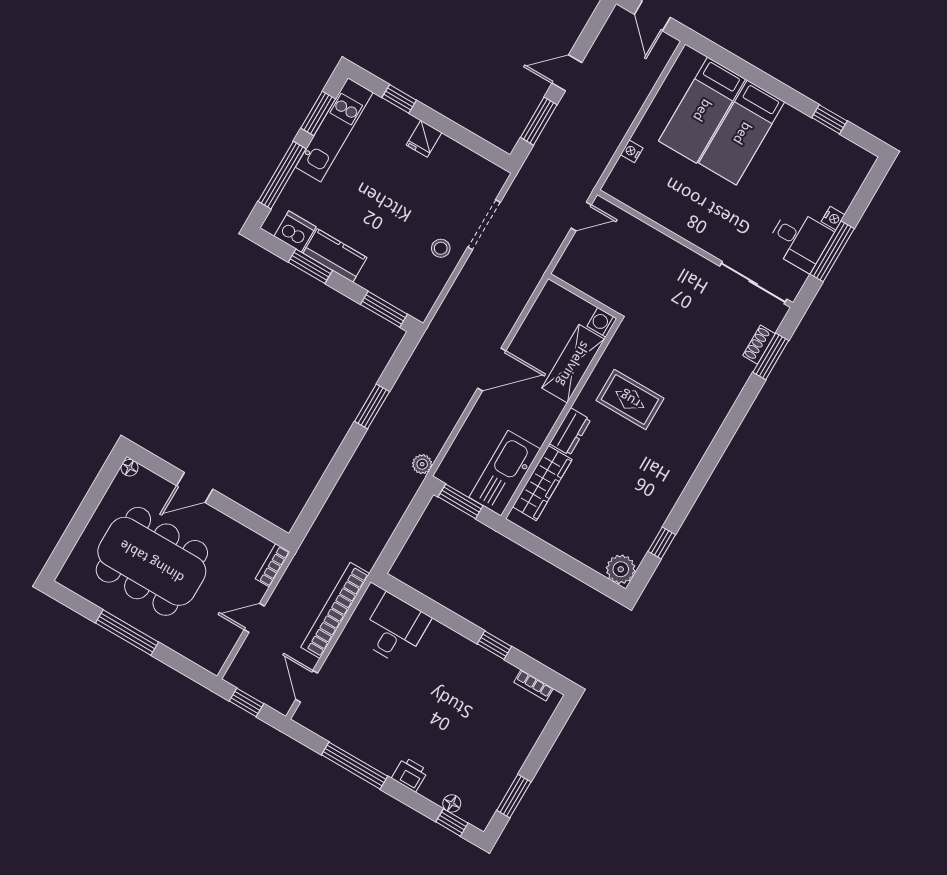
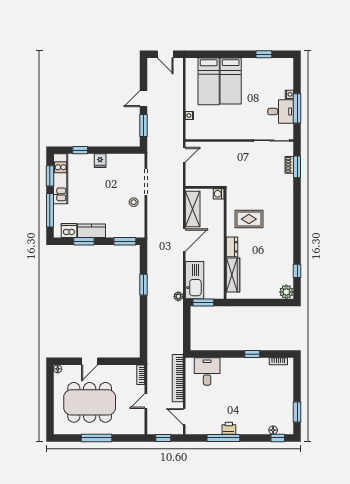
shelving: (573, 364) -> (193, 209), moved
kitchen sink: (505, 473) -> (195, 280), moved, turned 180
printer: (410, 774) -> (229, 428), moved

